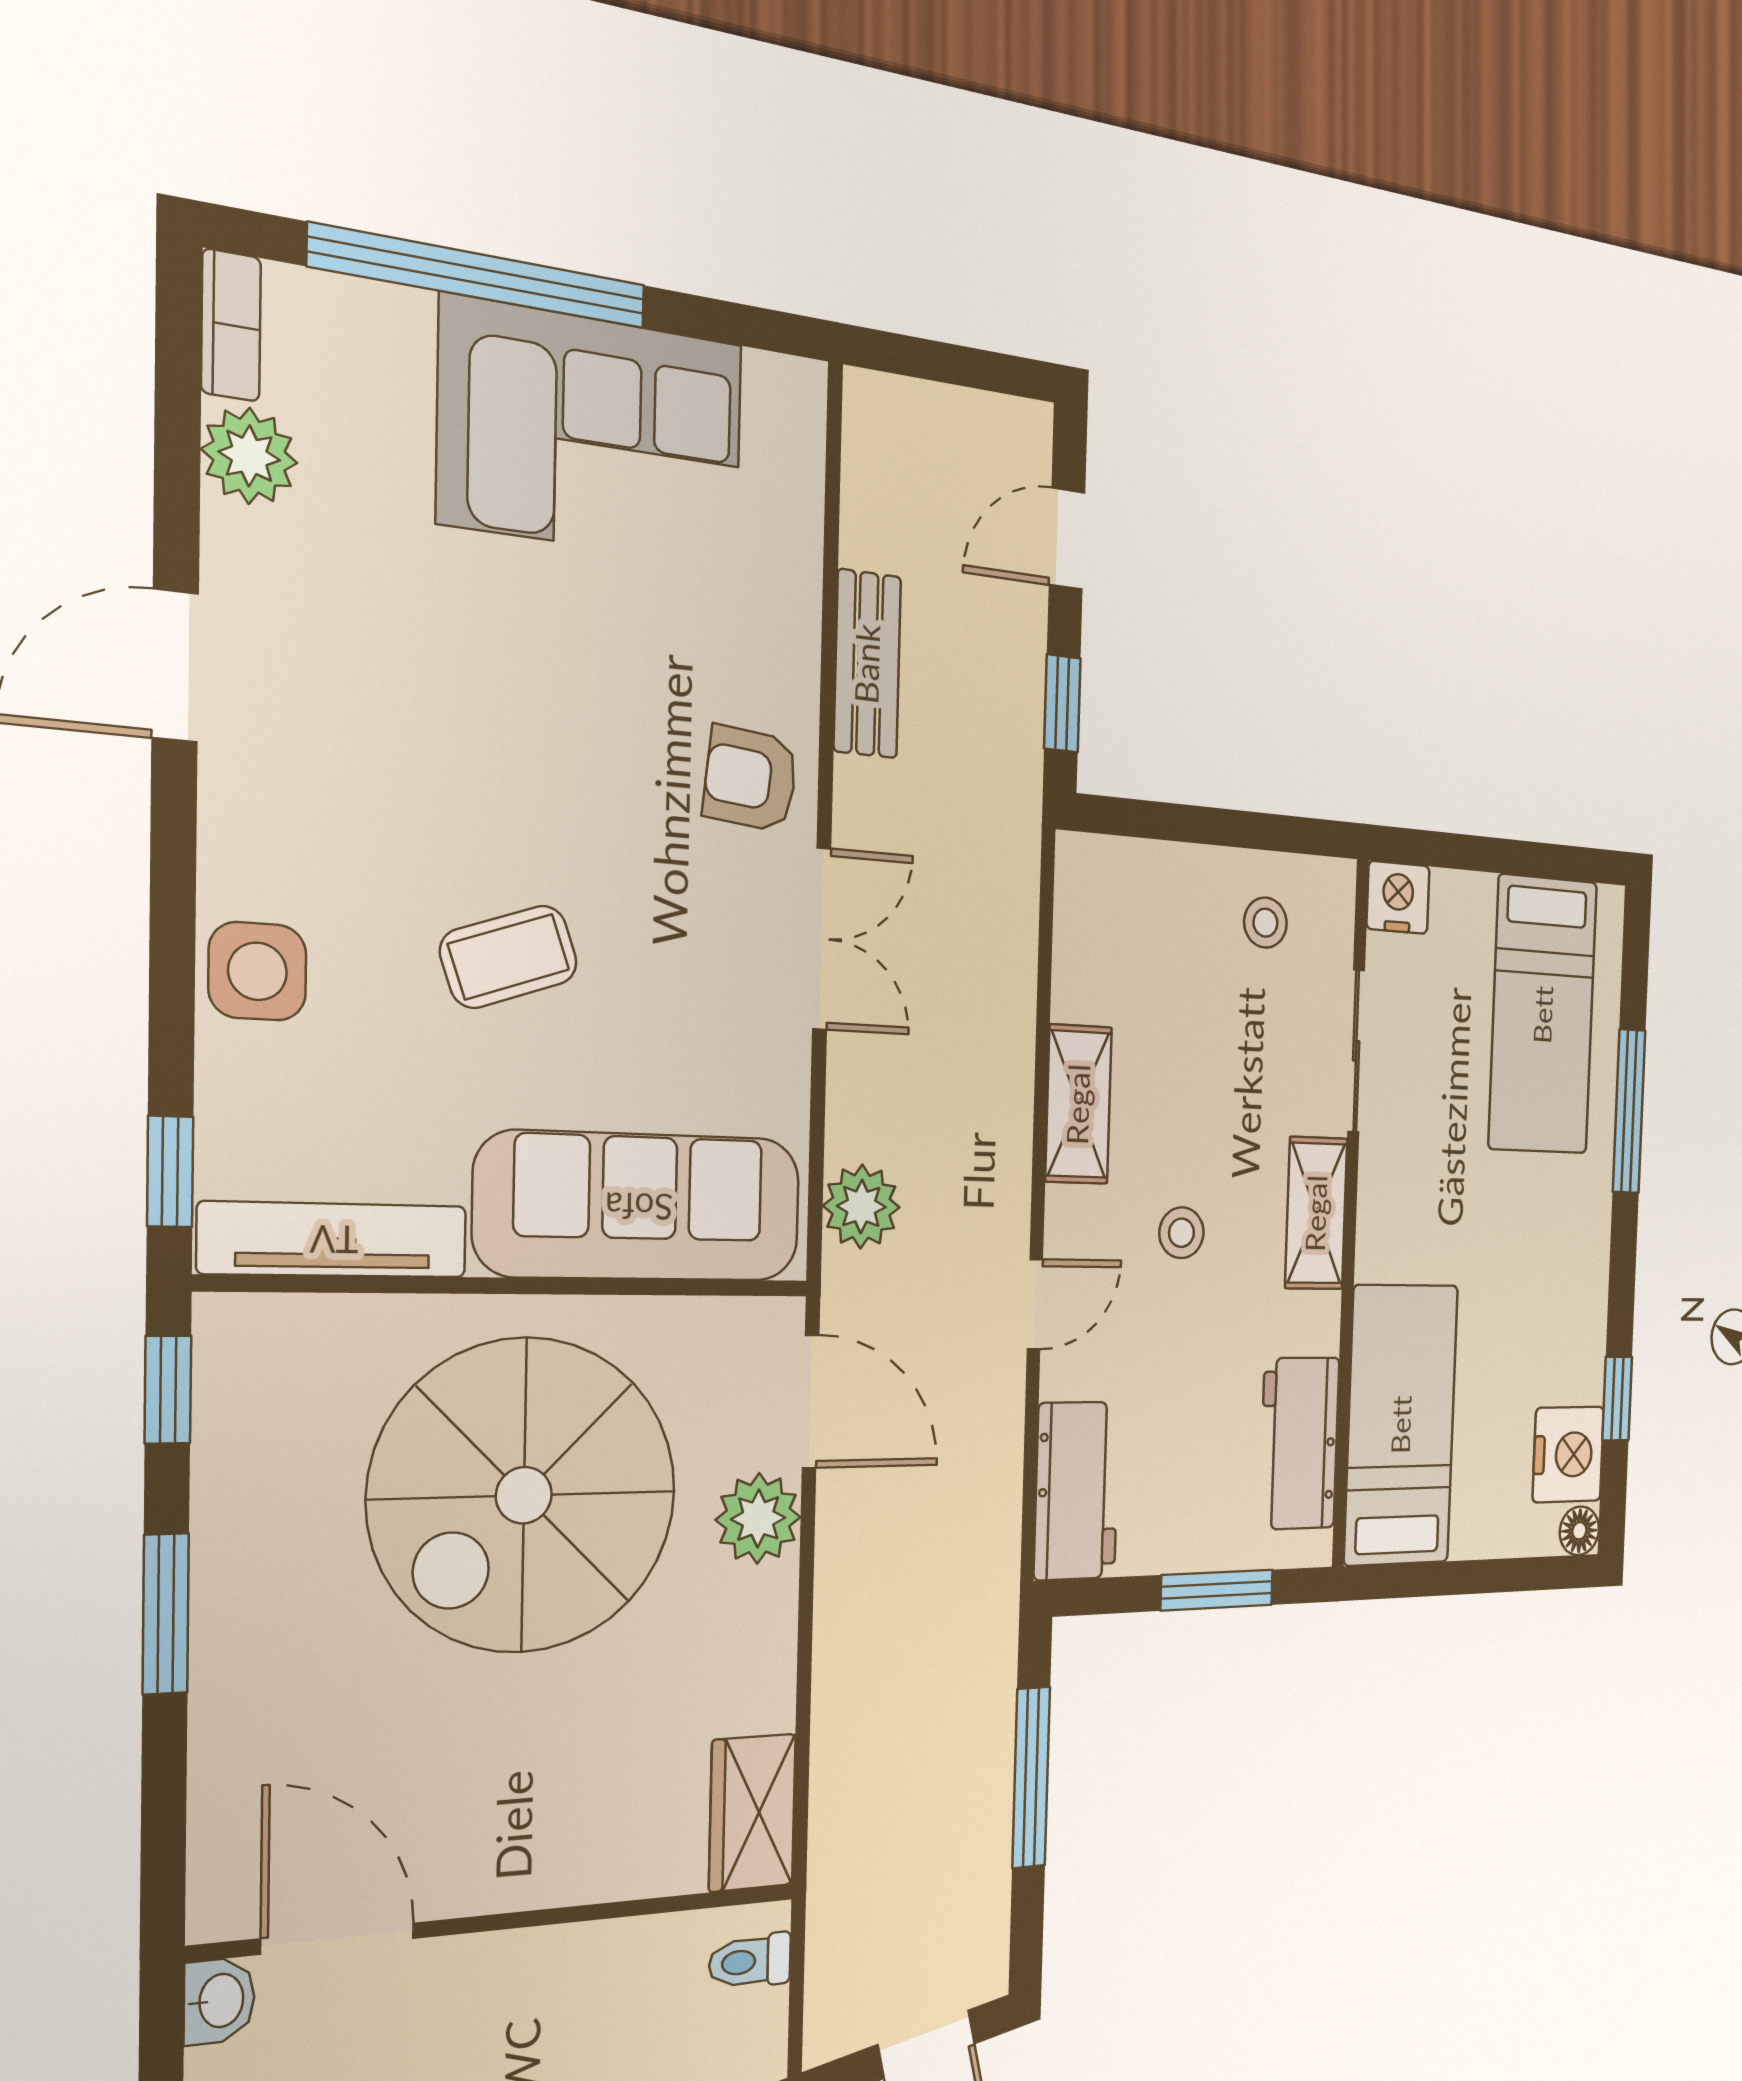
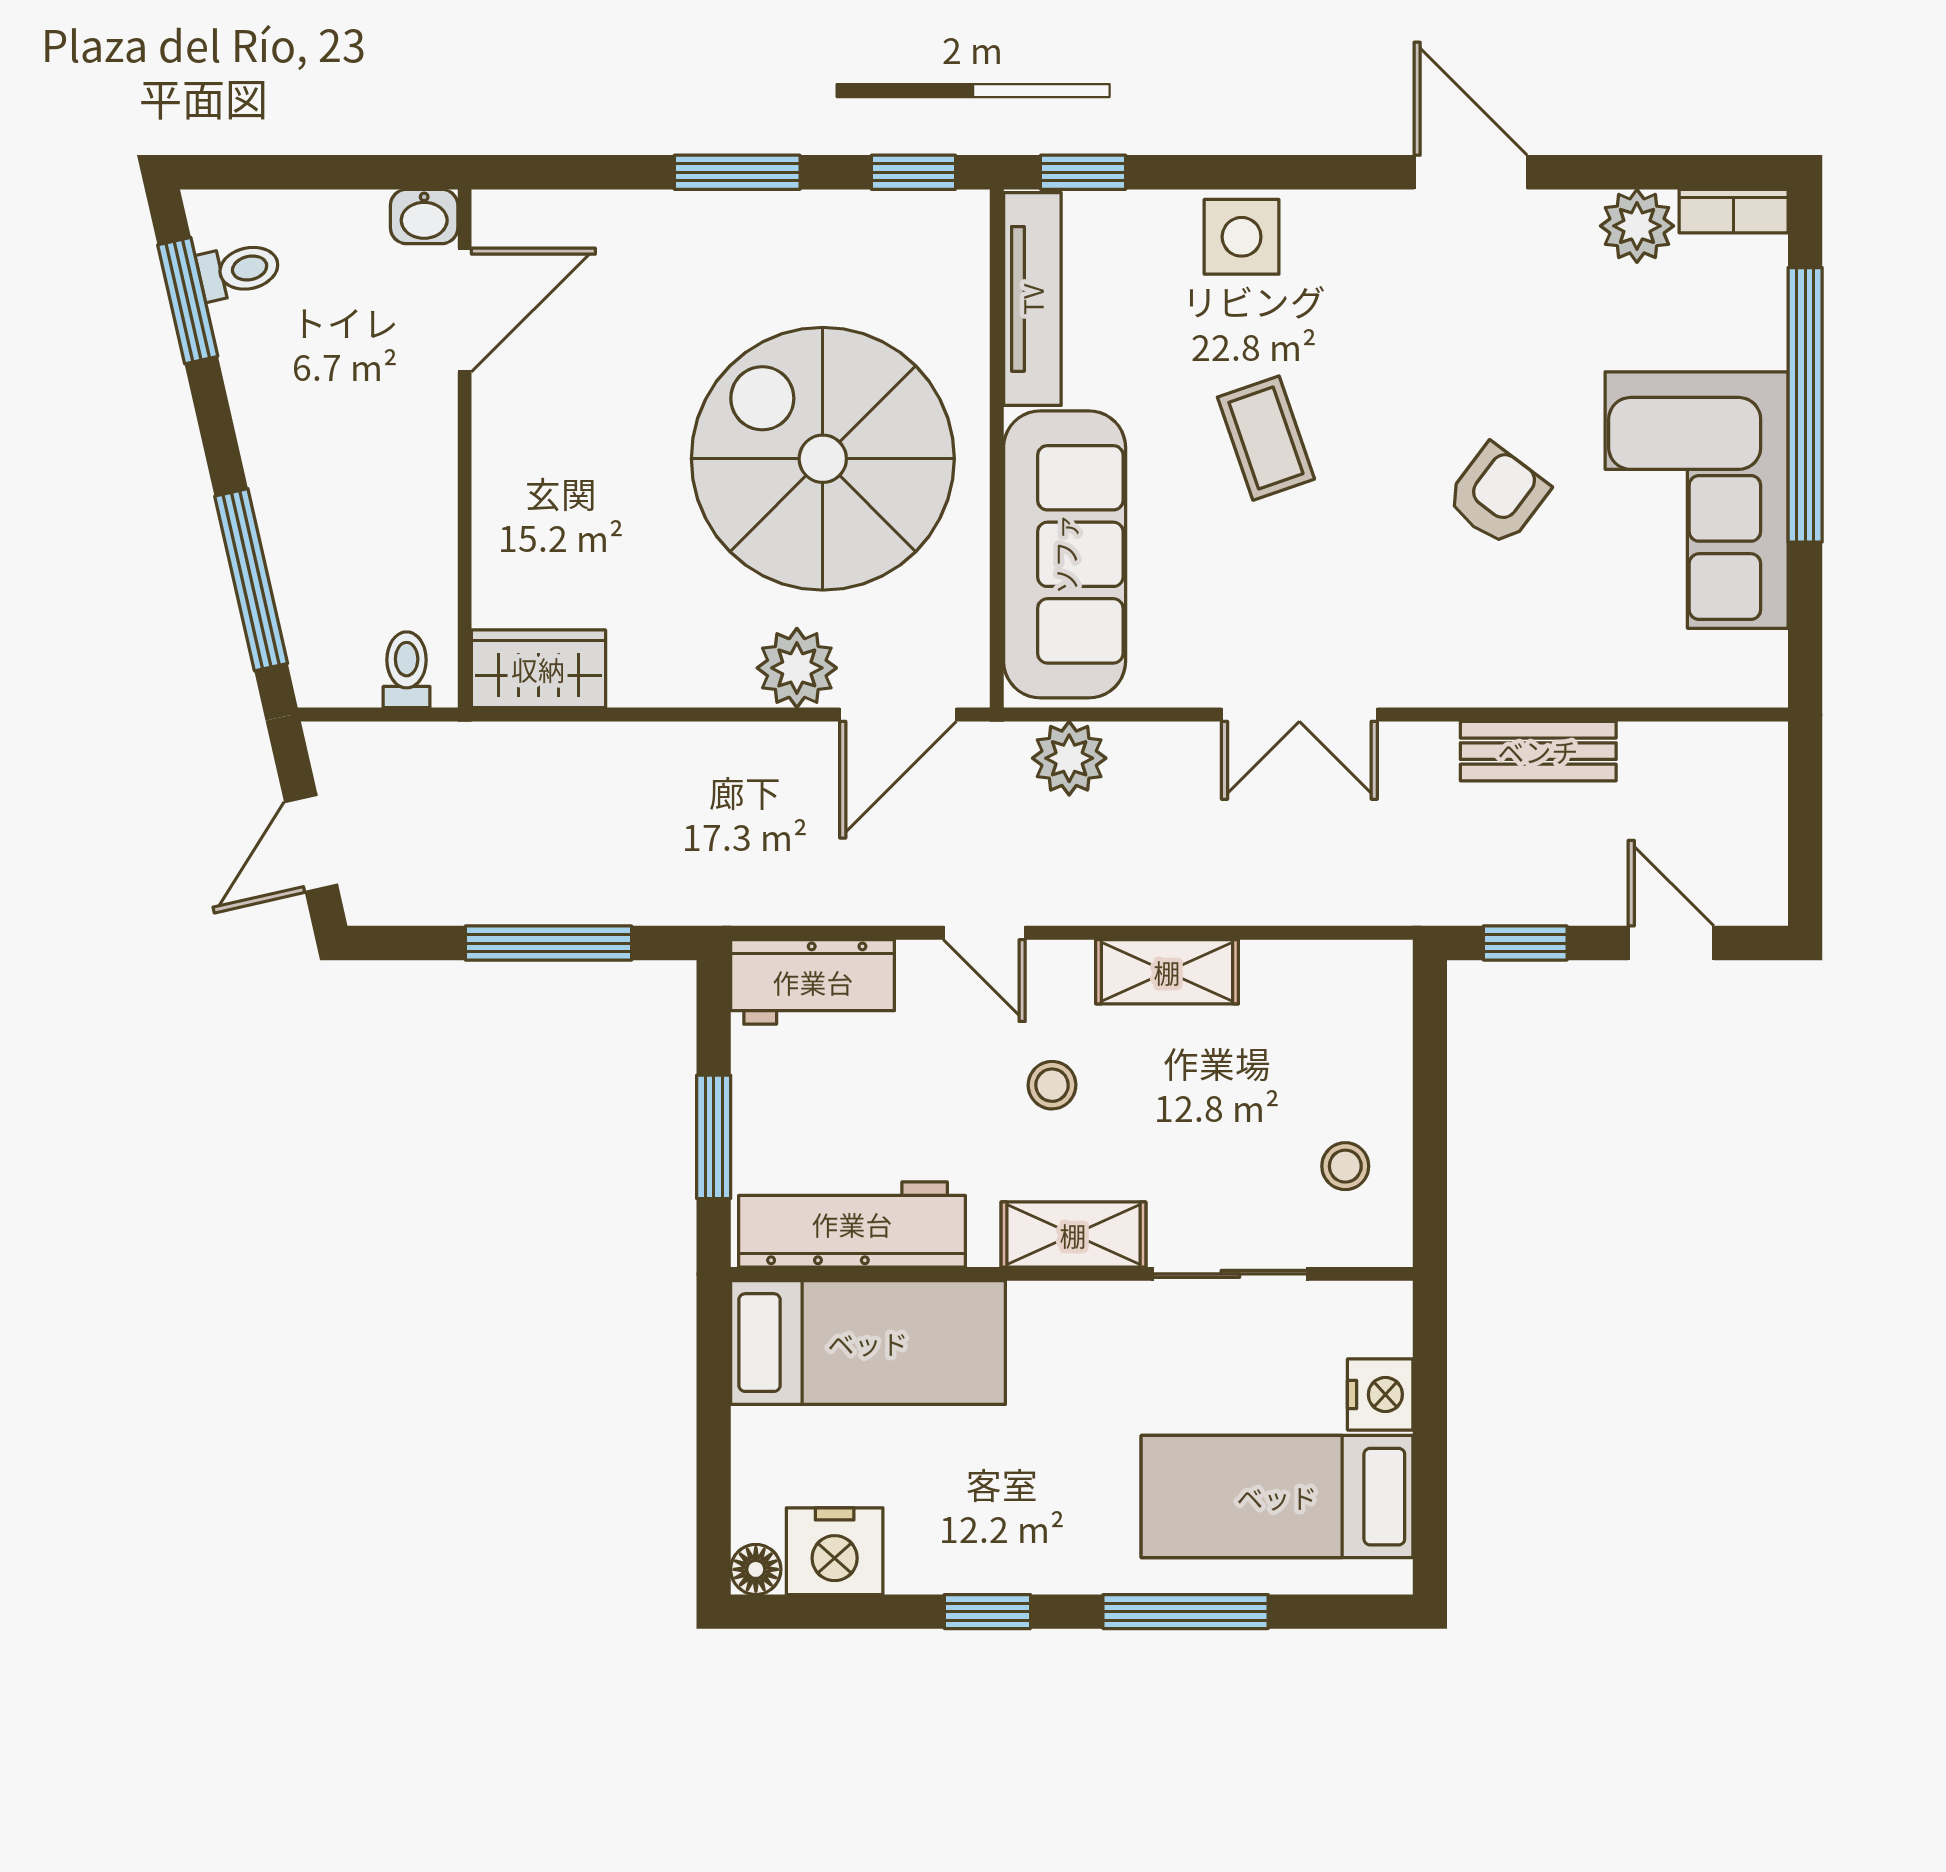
armchair: (751, 779) -> (1497, 495), moved, turned 31
nightstand: (1398, 897) -> (1380, 1394), moved
window: (1617, 1399) -> (987, 1612), moved
workbench: (1299, 1443) -> (852, 1224), width x1.37

